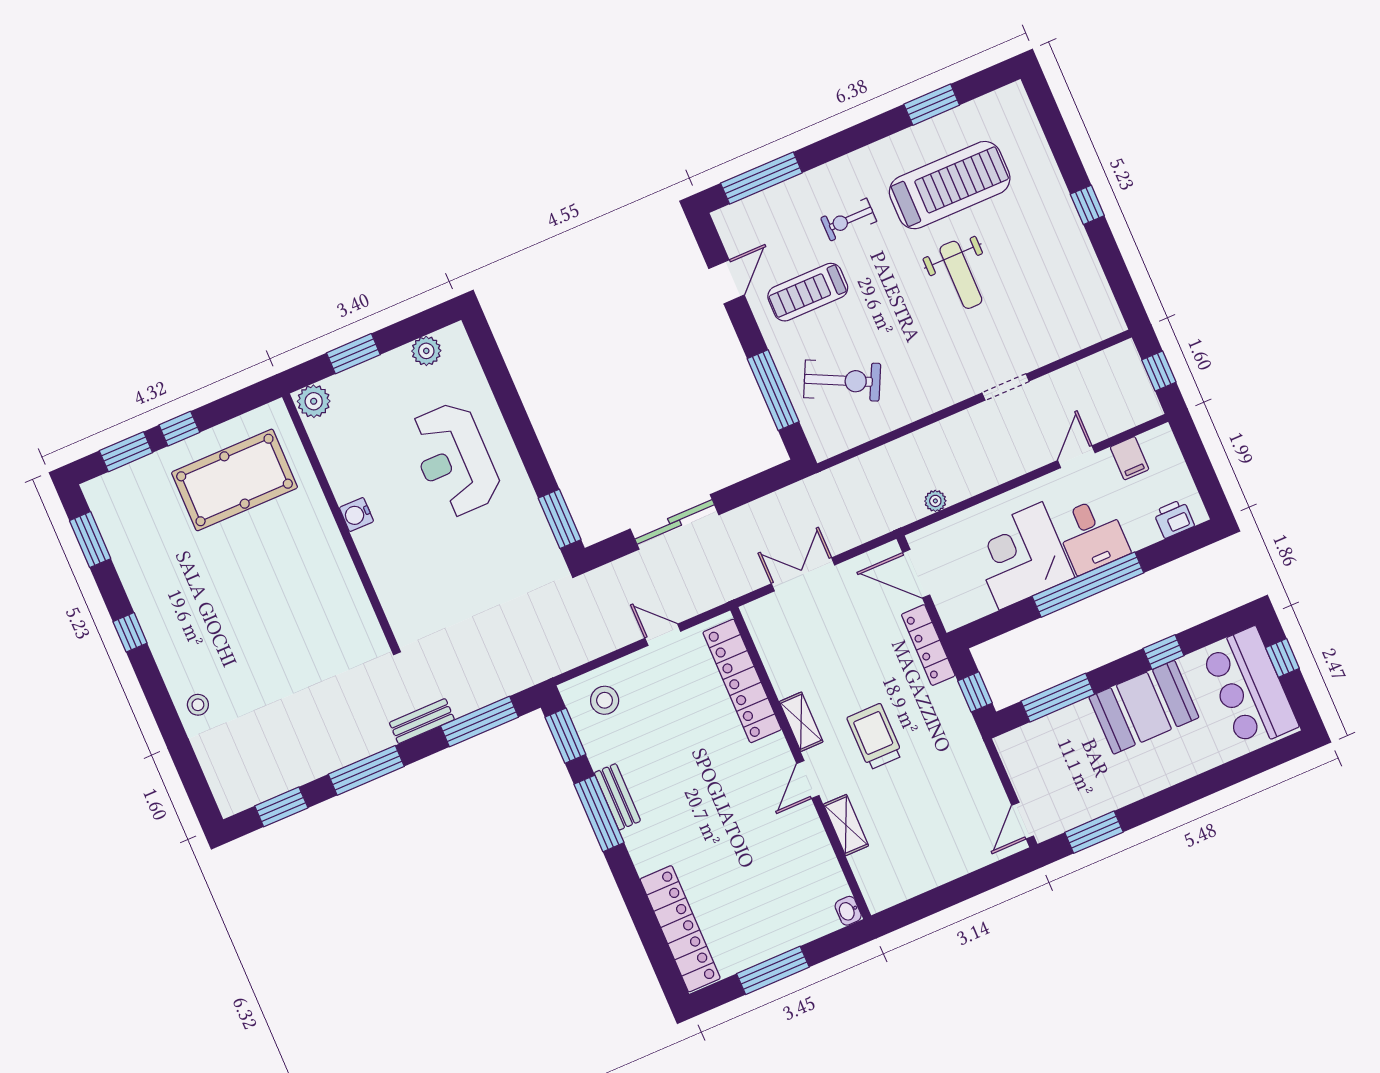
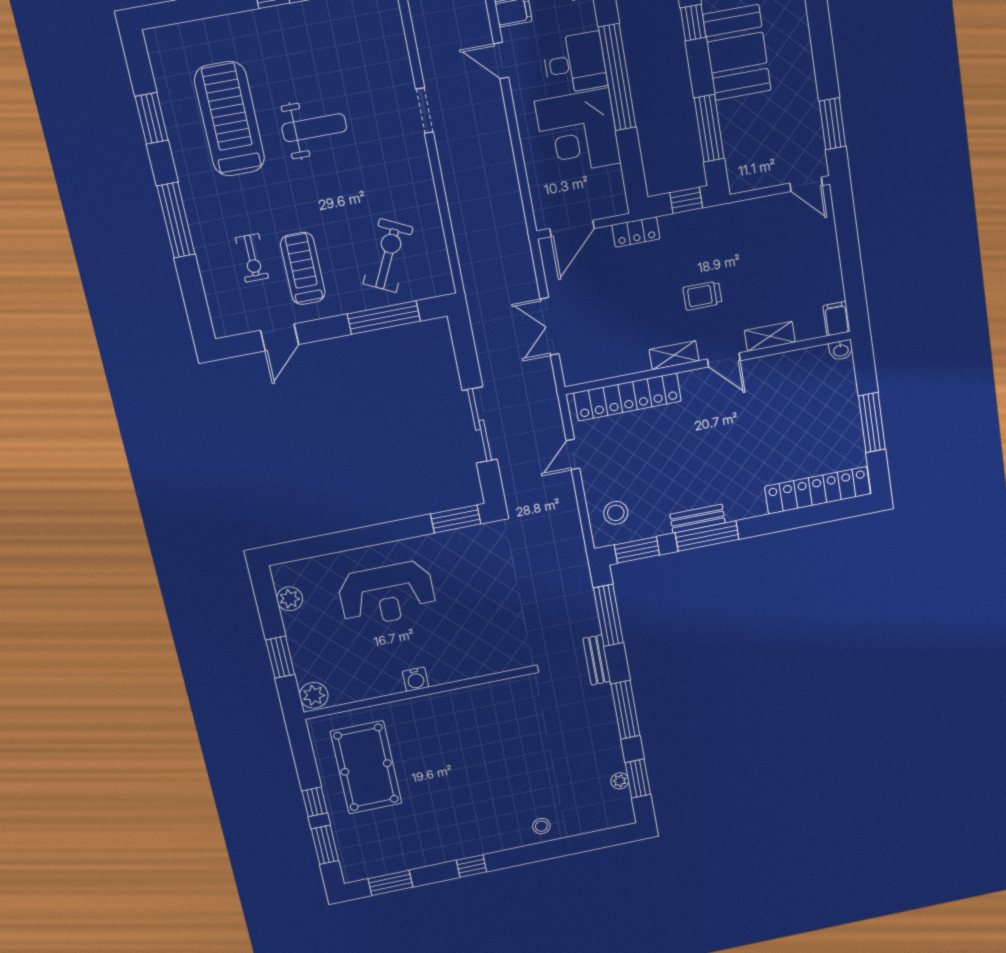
window: (761, 178) -> (176, 220), moved
exercise bike: (849, 220) -> (252, 258), moved
door: (726, 282) -> (280, 337), swing flipped
treadmill: (808, 292) -> (303, 268), turned 180
plant: (935, 501) -> (620, 781), moved
locker: (928, 645) -> (636, 232), width x0.66
trolley: (875, 737) -> (702, 296), width x0.73, depth x0.72
filing cabinet: (882, 896) -> (836, 319), added

